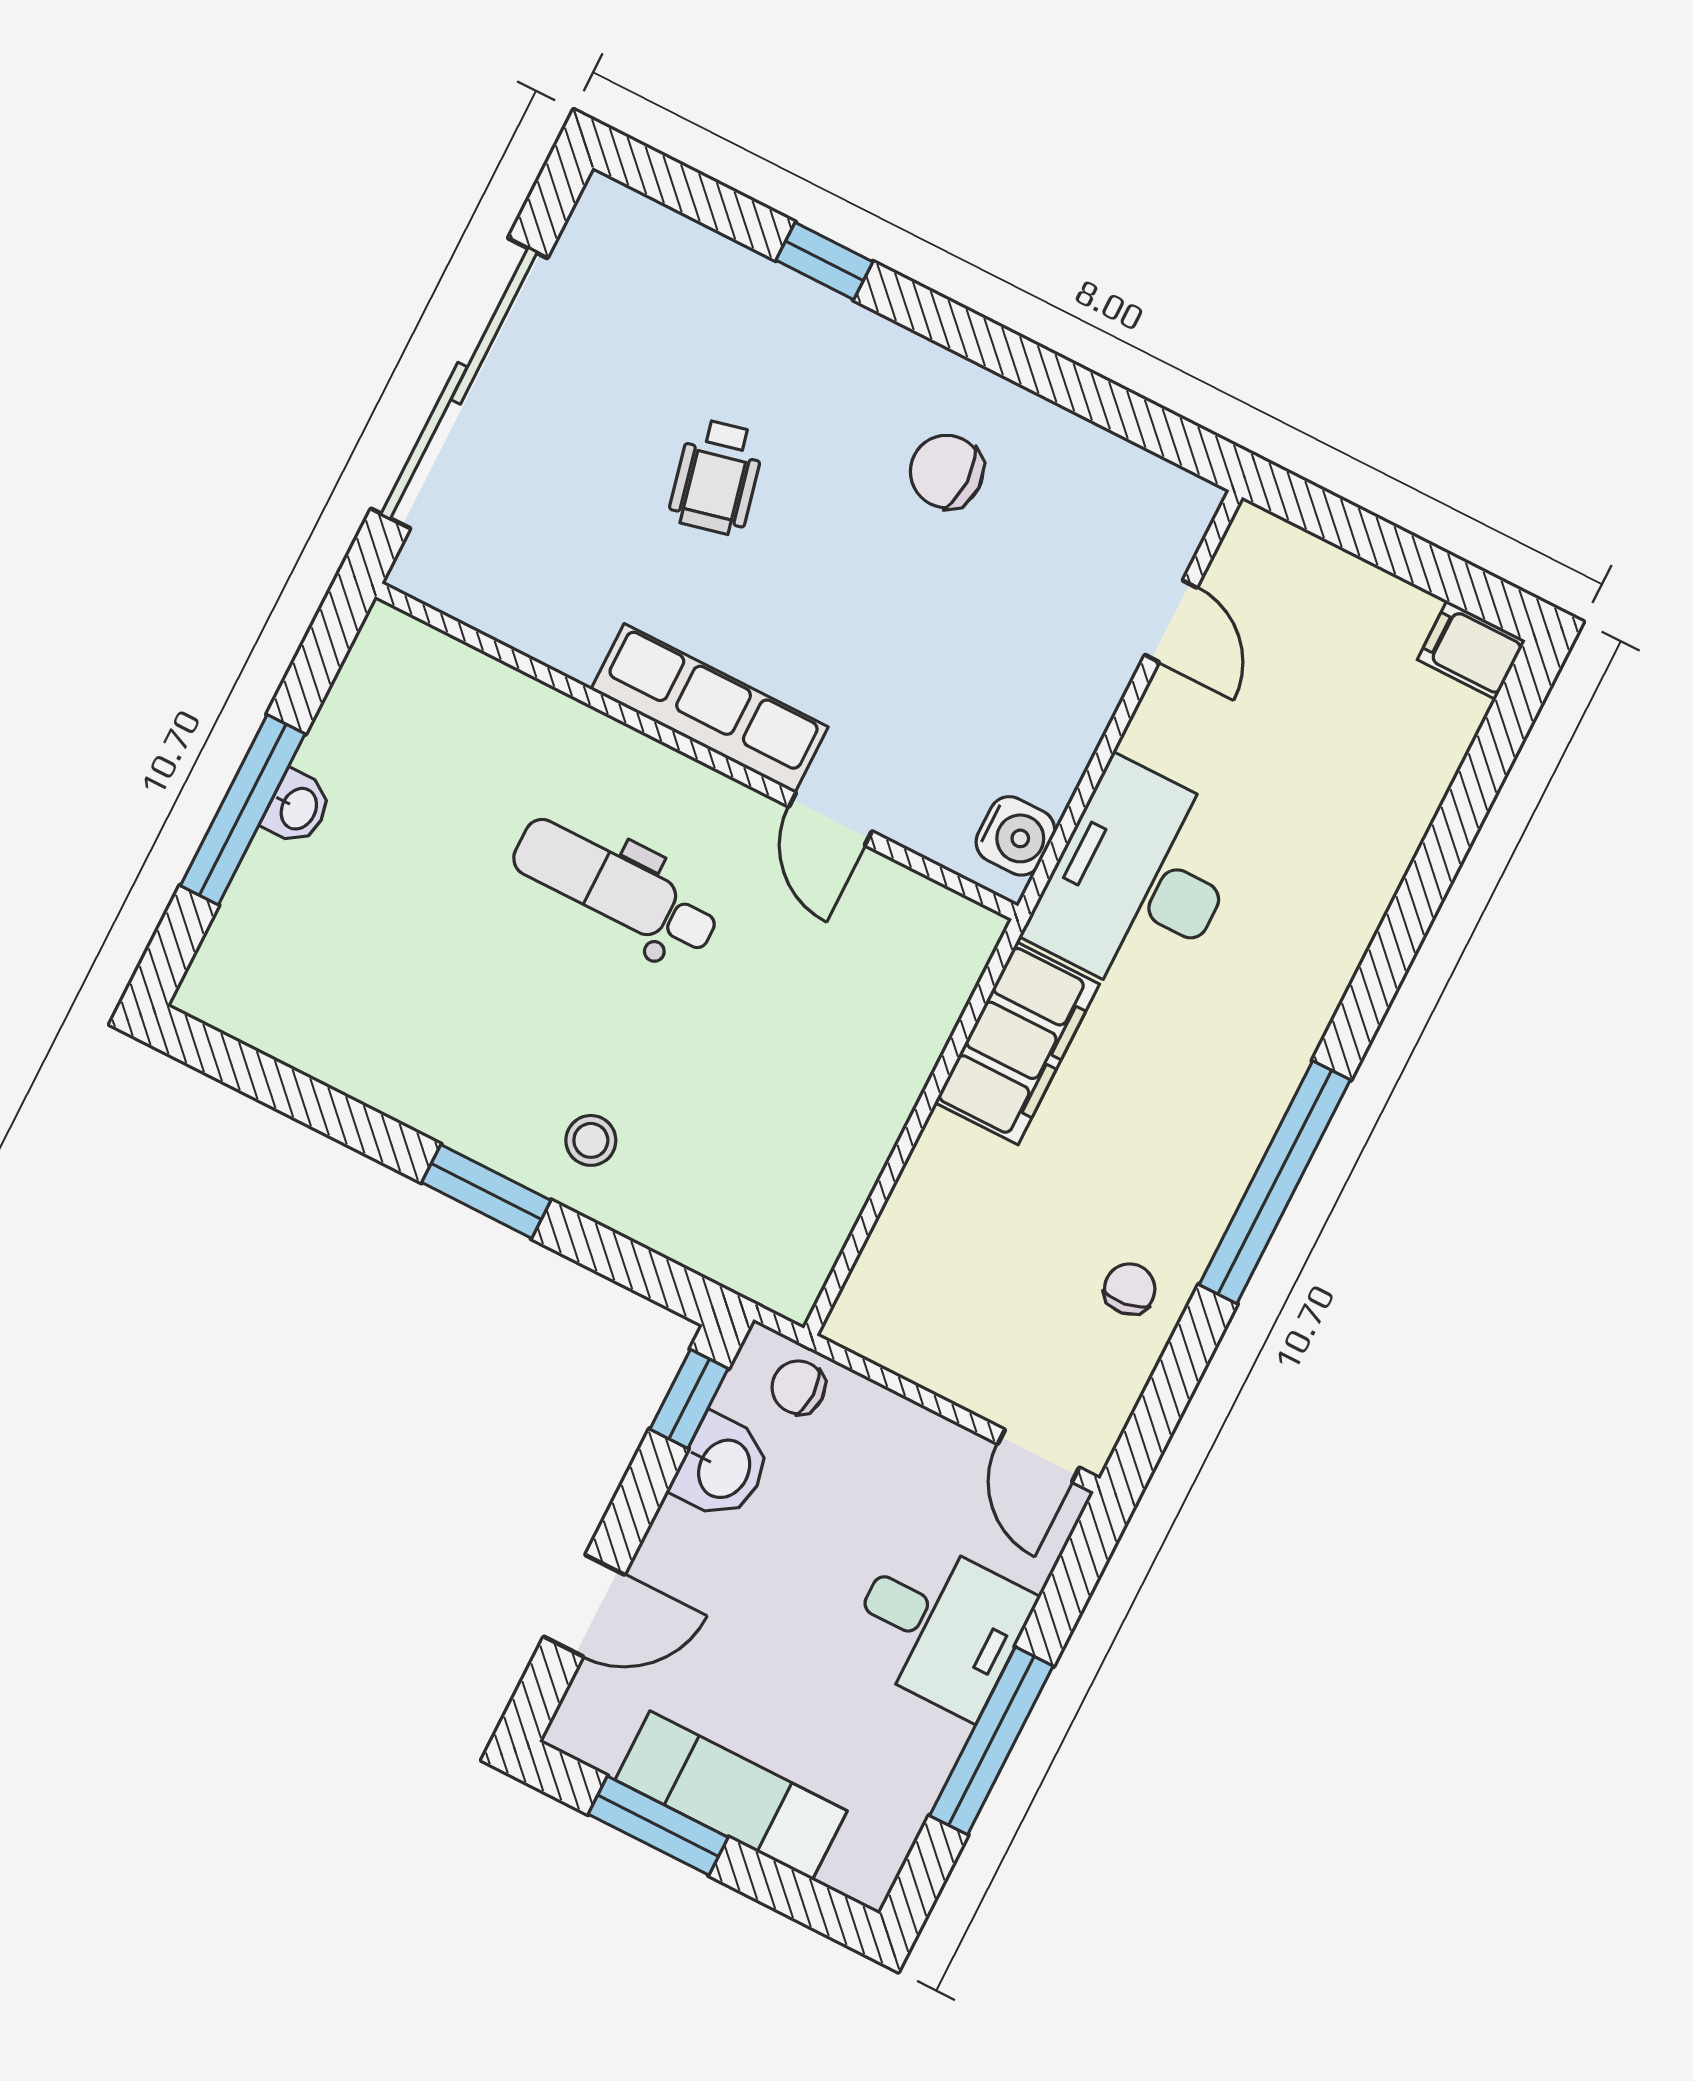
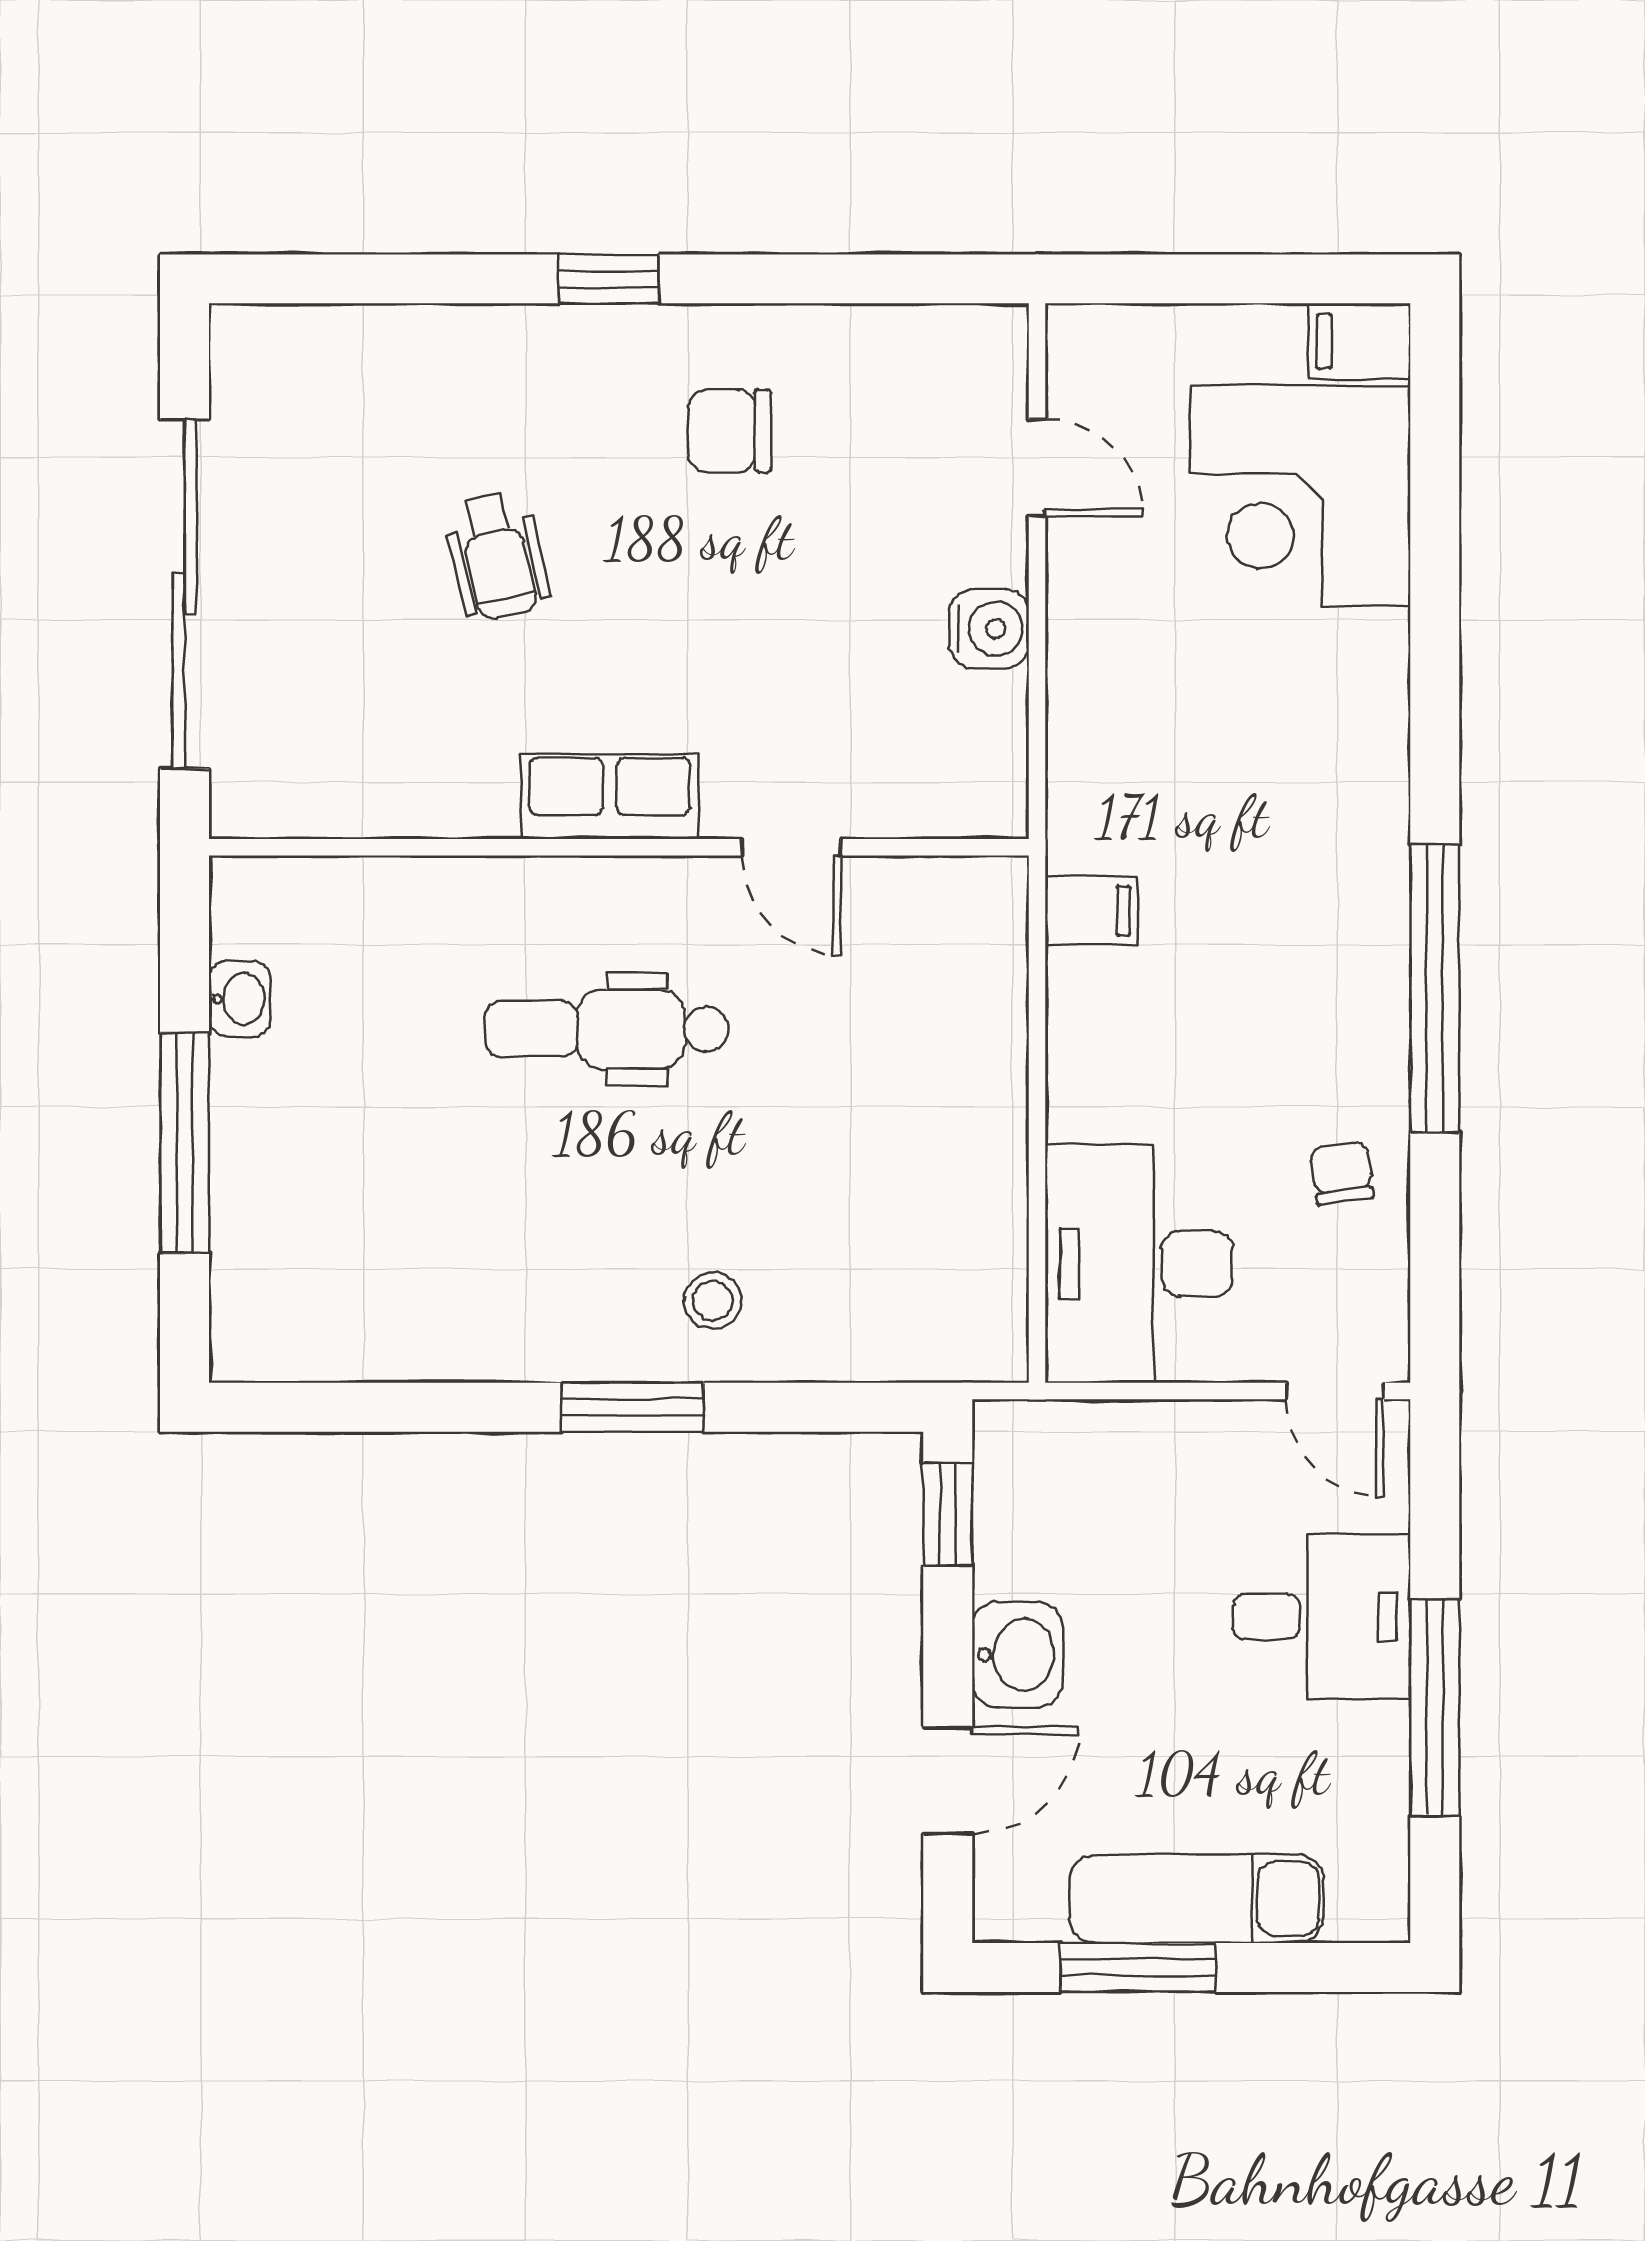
window: (824, 261) -> (609, 279), moved
row of seats: (710, 708) -> (610, 797), width x0.68
corner desk: (1364, 747) -> (1300, 496), added
washbasin: (297, 808) -> (240, 999), moved
water cooler: (1015, 836) -> (989, 629), moved
desk: (1139, 881) -> (1139, 1264), moved
filing cabinet: (1017, 1043) -> (1091, 911), width x0.33, depth x0.86
chair: (798, 1387) -> (1054, 1446), removed
washbasin: (722, 1468) -> (1017, 1655), moved

